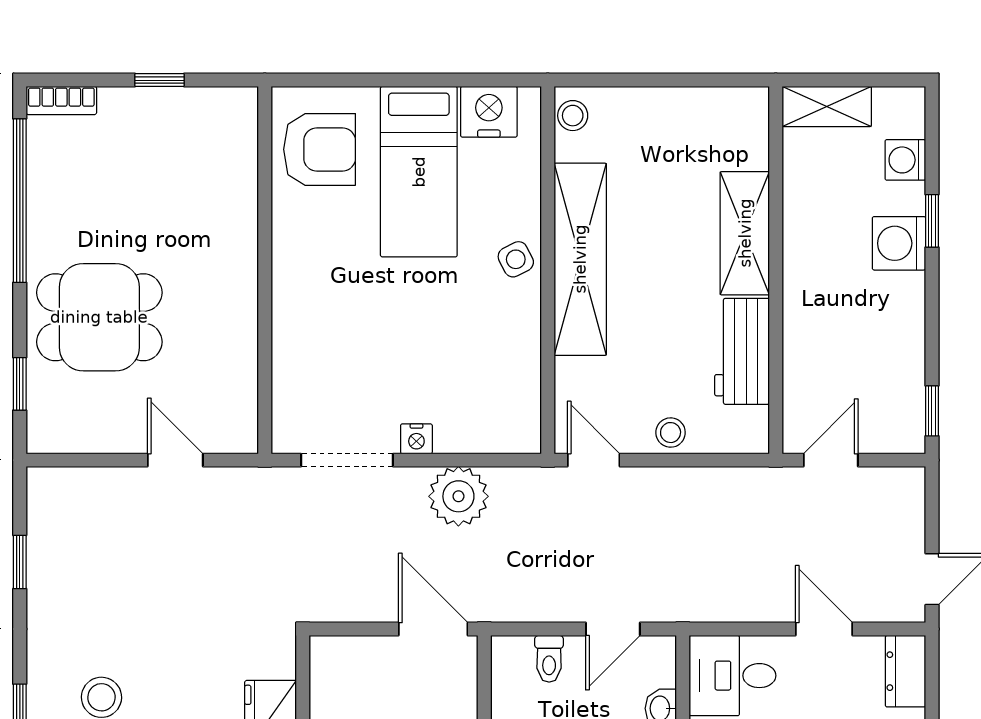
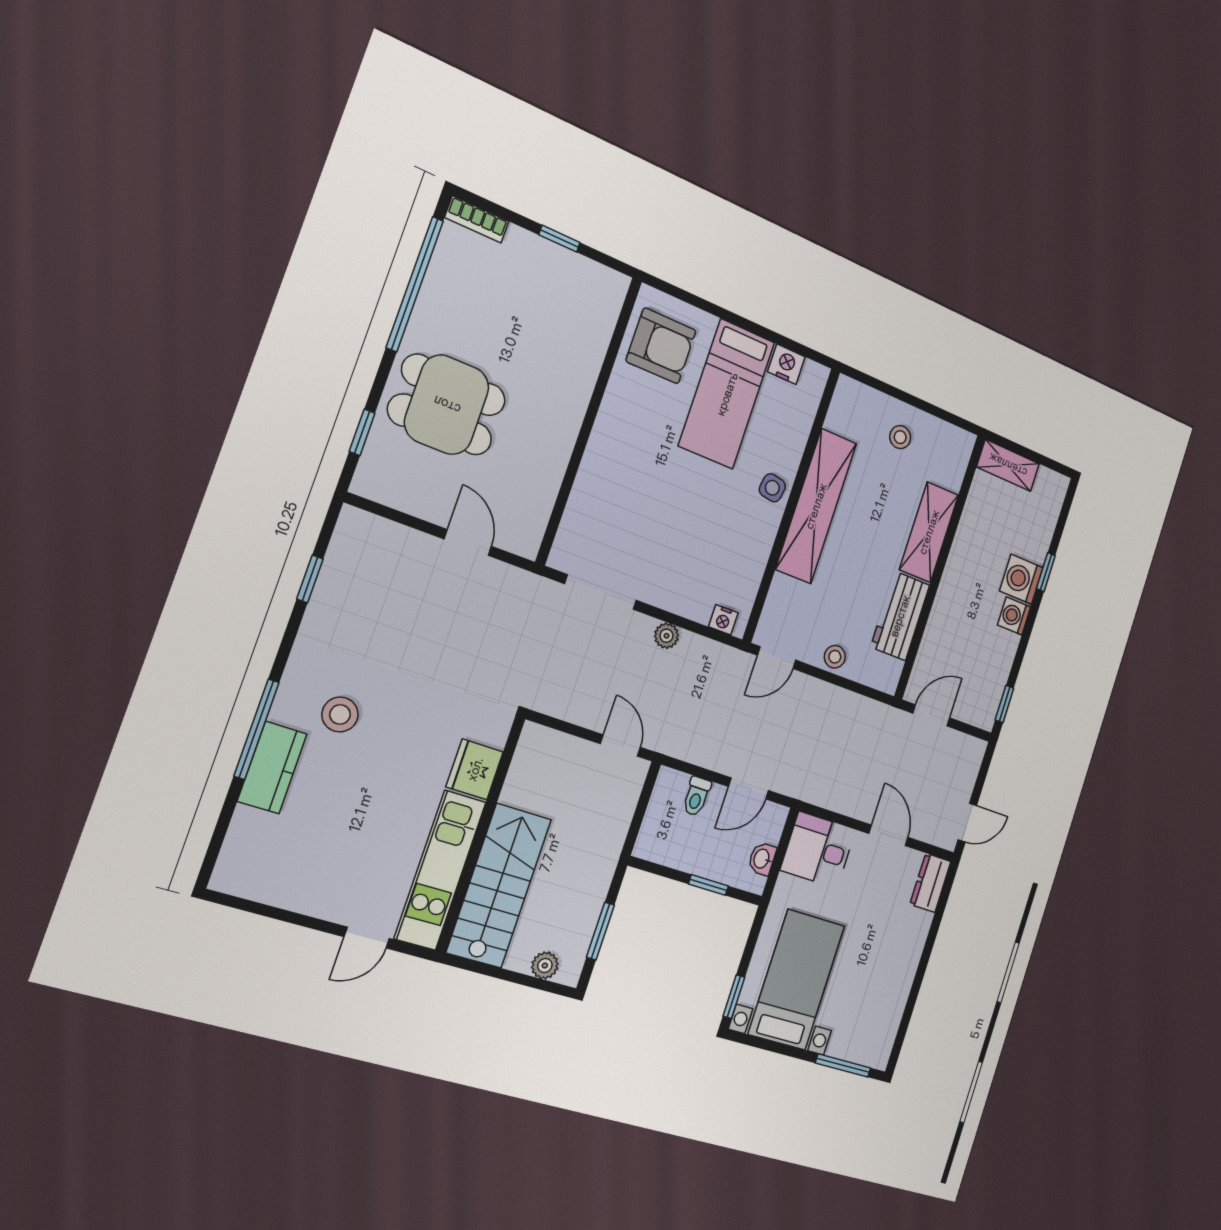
nightstand: (489, 112) -> (786, 364), width x0.74, depth x0.75
stool: (573, 116) -> (900, 437), moved
washing machine: (905, 160) -> (1014, 616), moved
side table: (516, 259) -> (772, 488), turned 36
nightstand: (416, 439) -> (723, 620), moved
door: (594, 460) -> (777, 658), swing flipped
plant: (458, 496) -> (667, 636), width x0.53, depth x0.53
door: (433, 629) -> (621, 746), width x0.73

